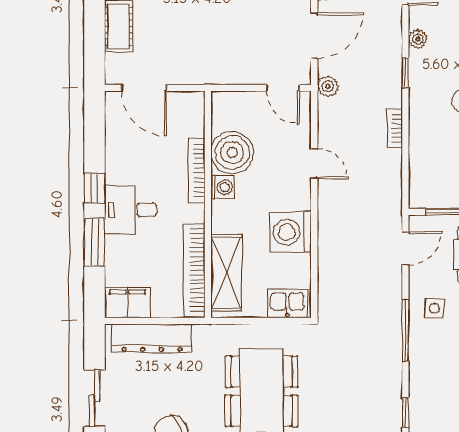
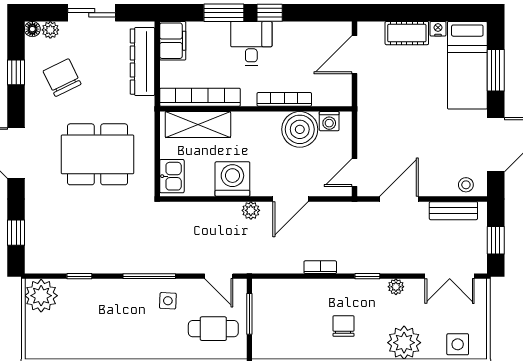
door: (314, 35) -> (399, 199), swing flipped
plant: (328, 86) -> (251, 210), moved
door: (314, 163) -> (291, 199), width x1.38
washing machine: (222, 187) -> (329, 121), moved

